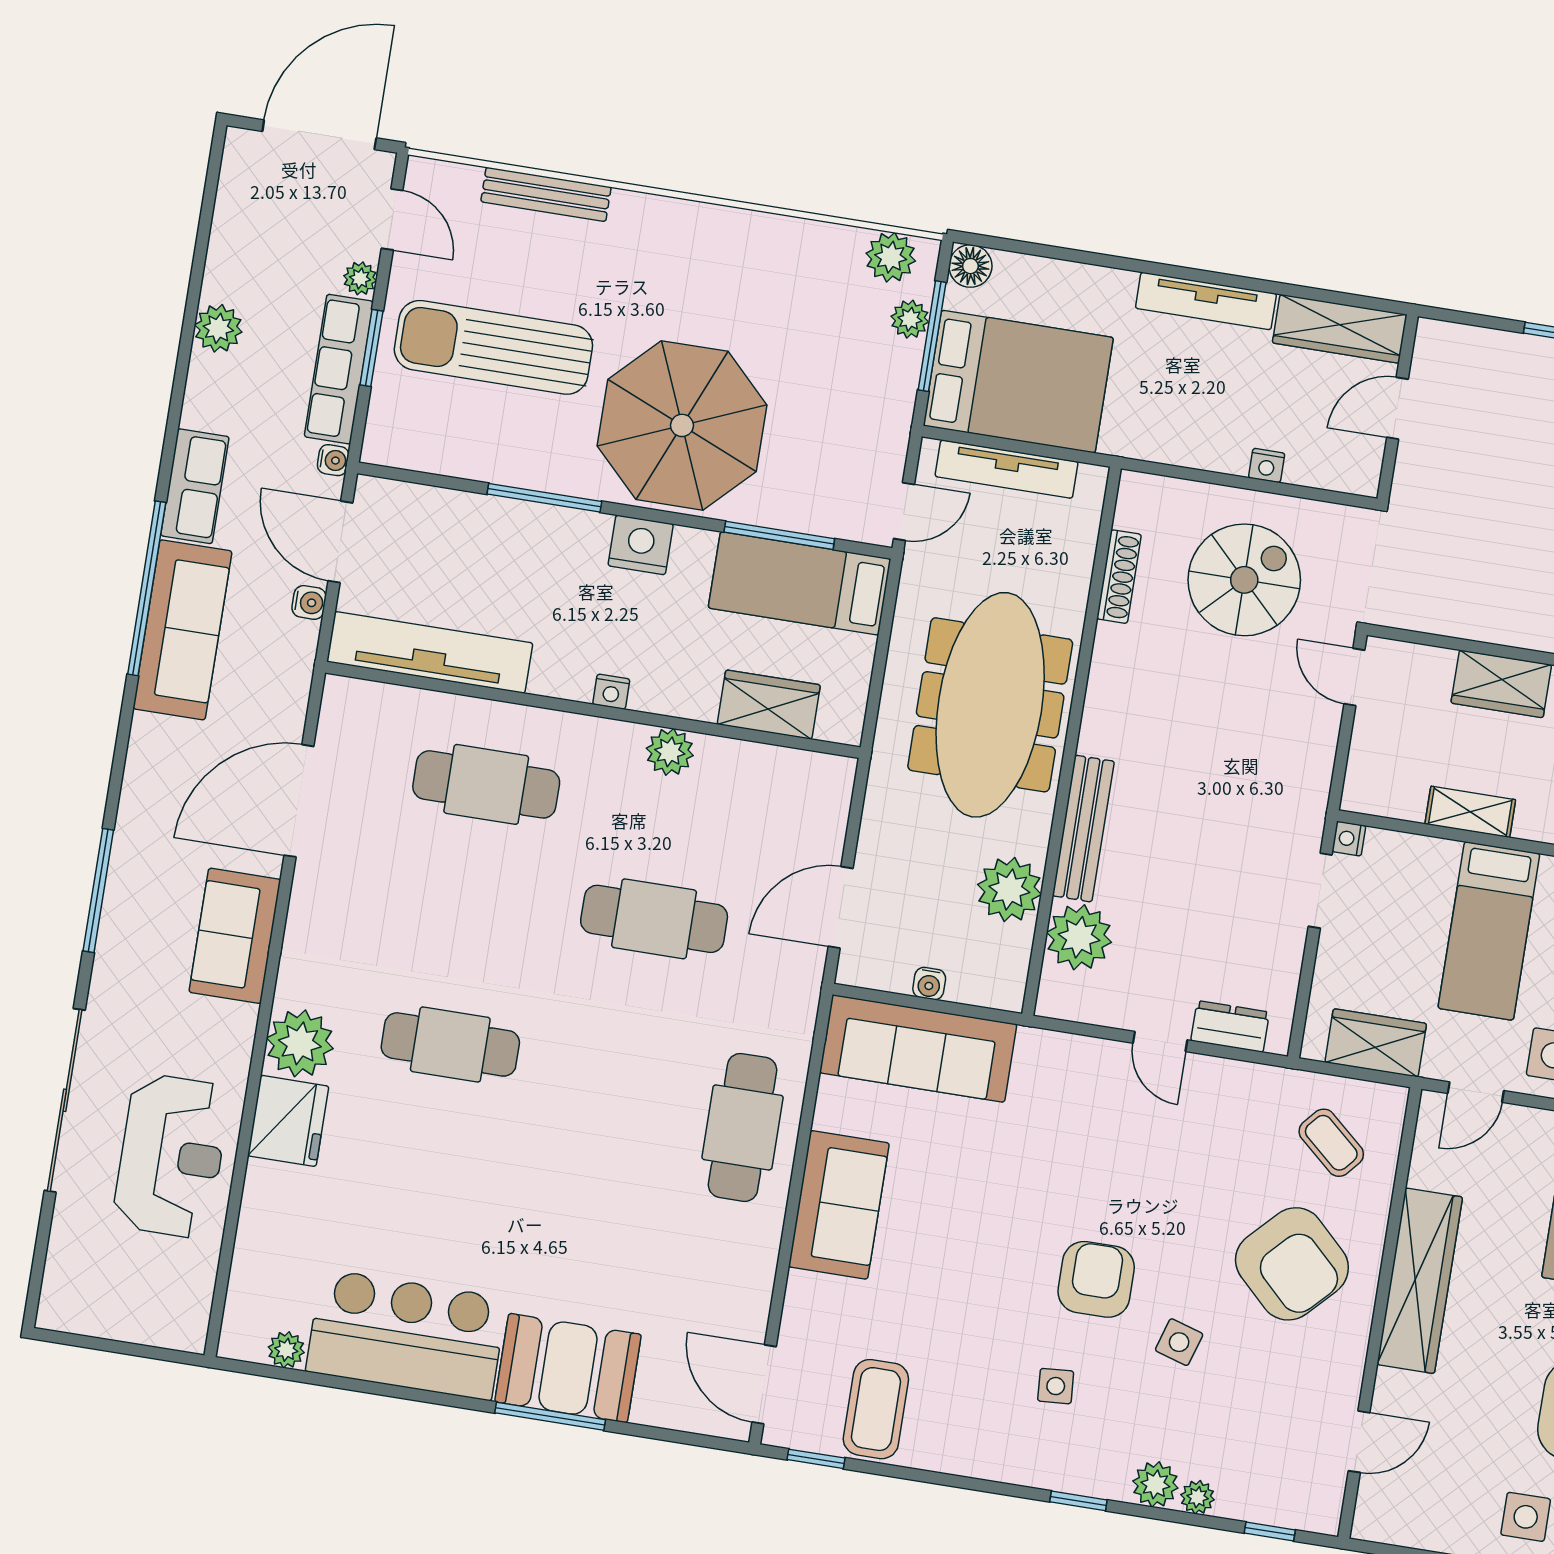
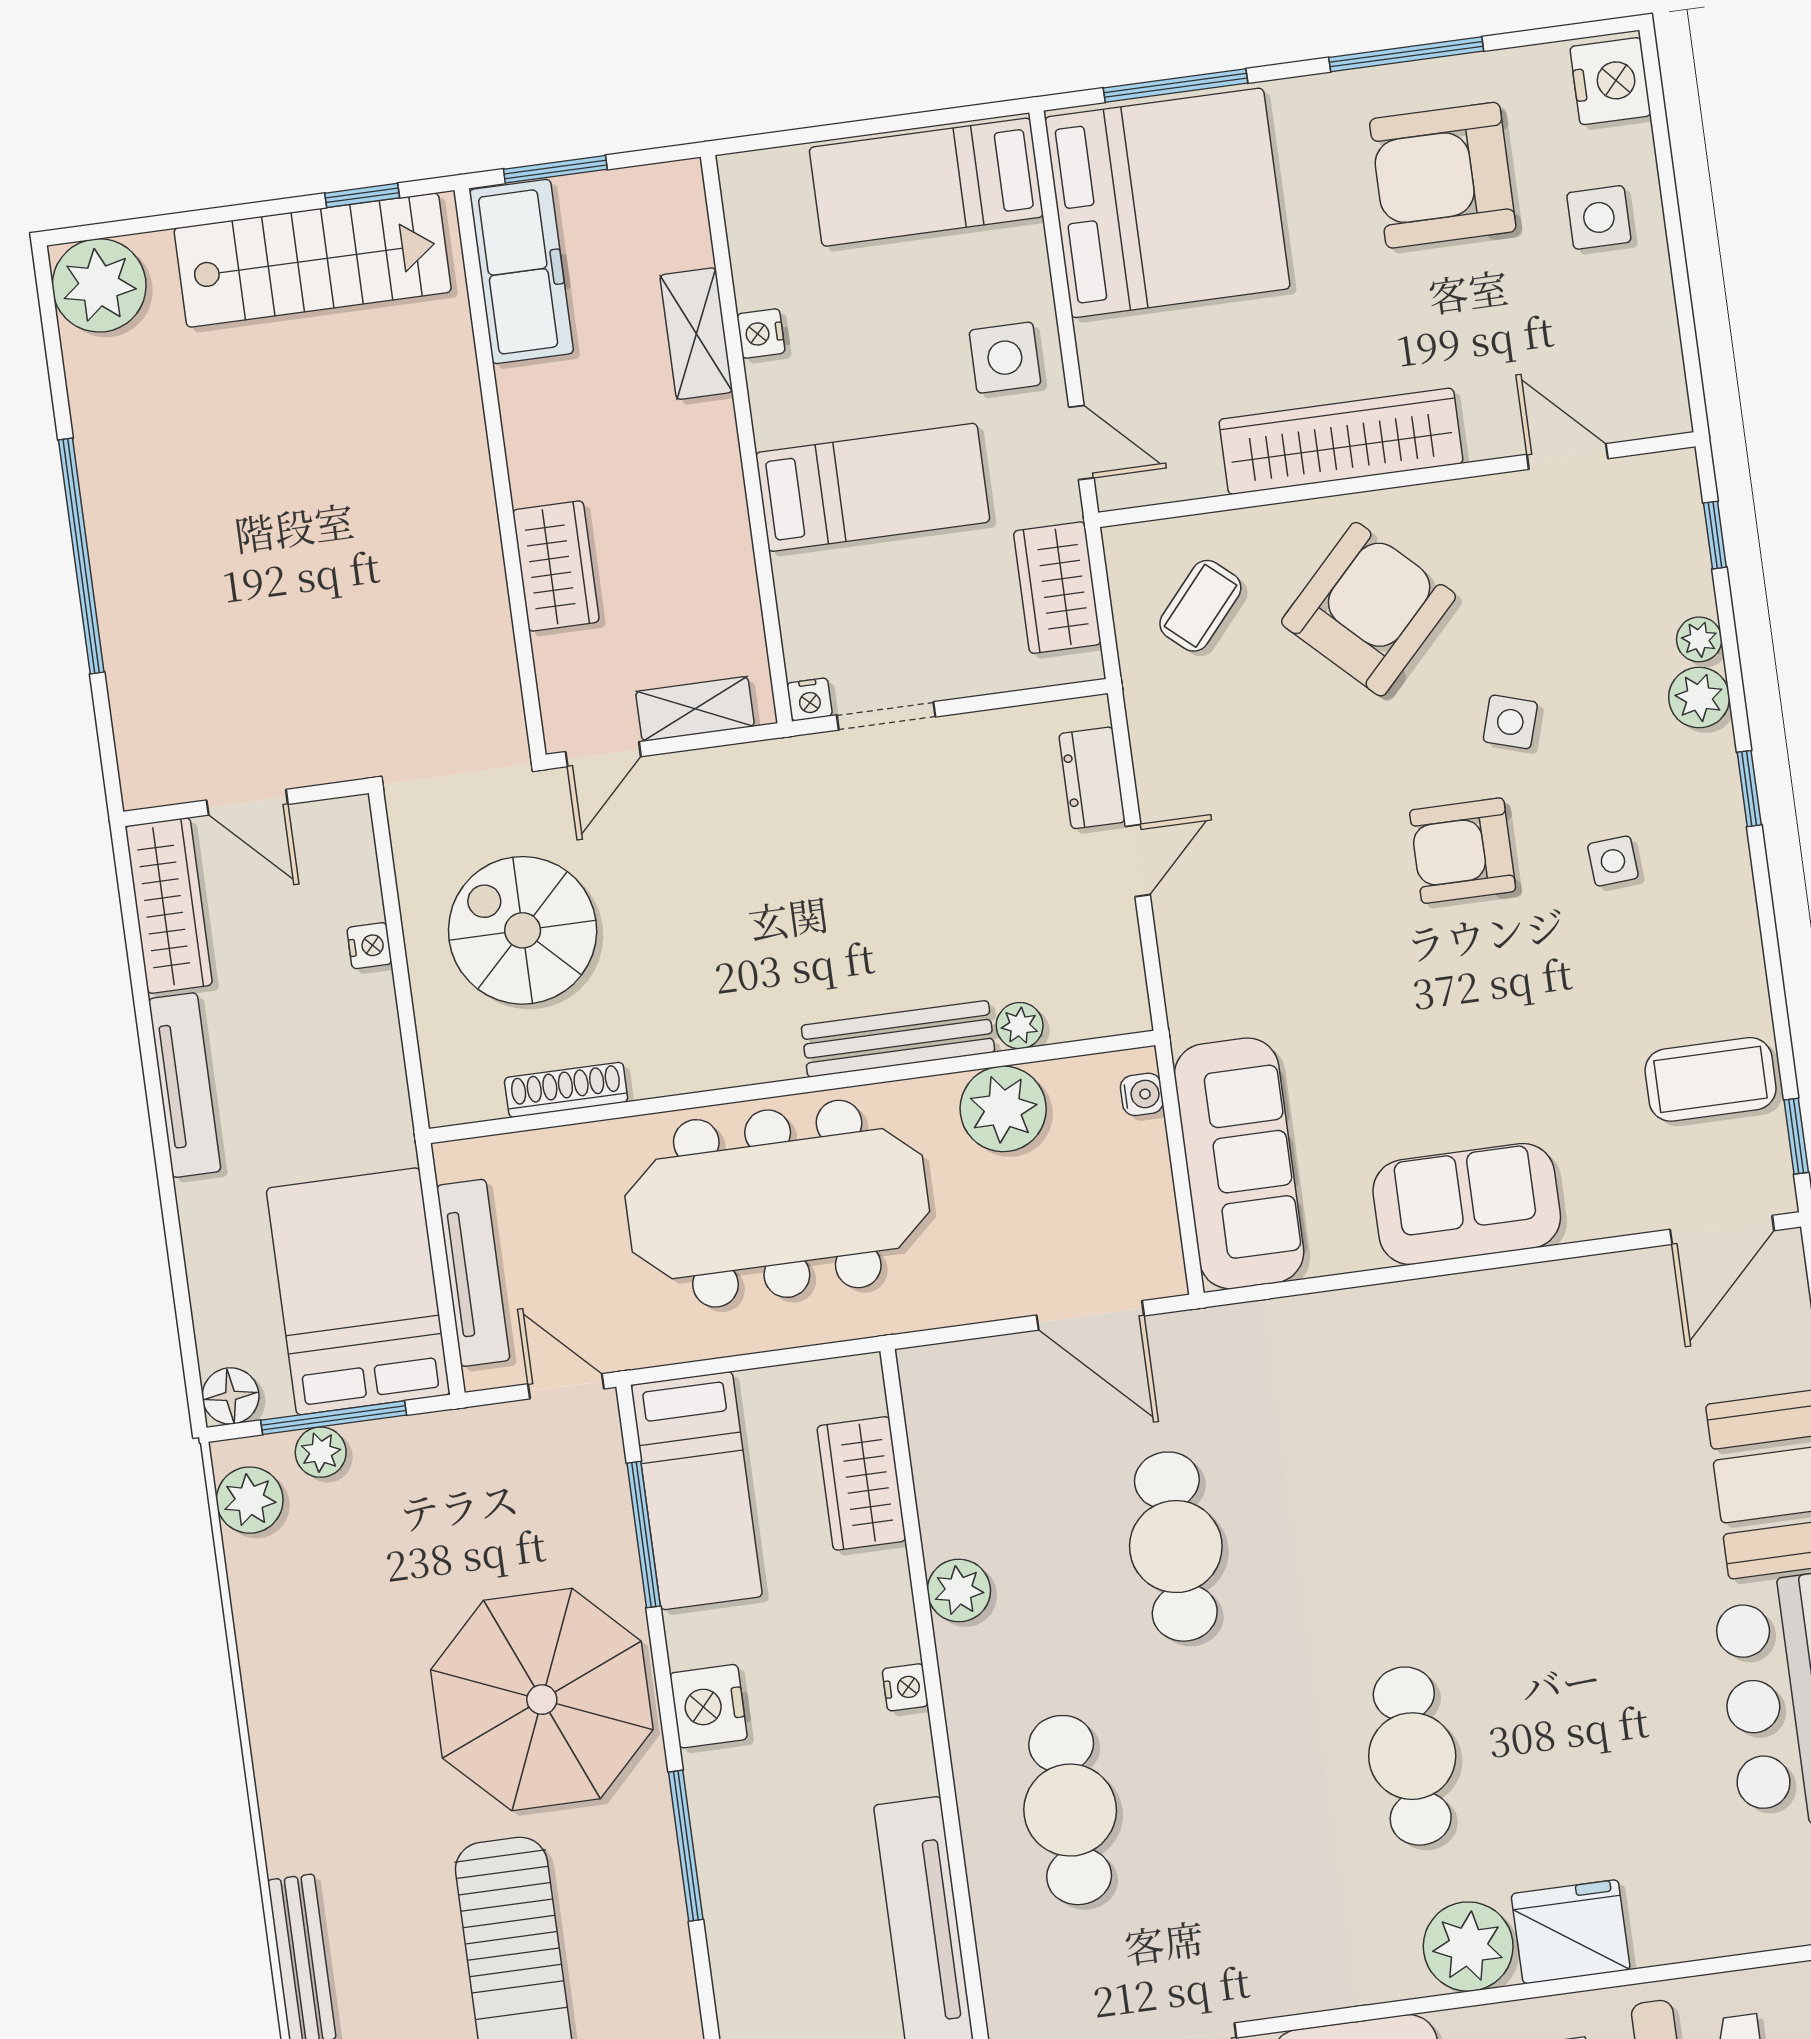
shelving: (1470, 812) -> (695, 709), moved, turned 90
plant: (1079, 937) -> (1020, 1026), width x0.53, depth x0.53
water cooler: (929, 984) -> (1142, 1094), moved
cafe table: (743, 1127) -> (1406, 1355), removed

